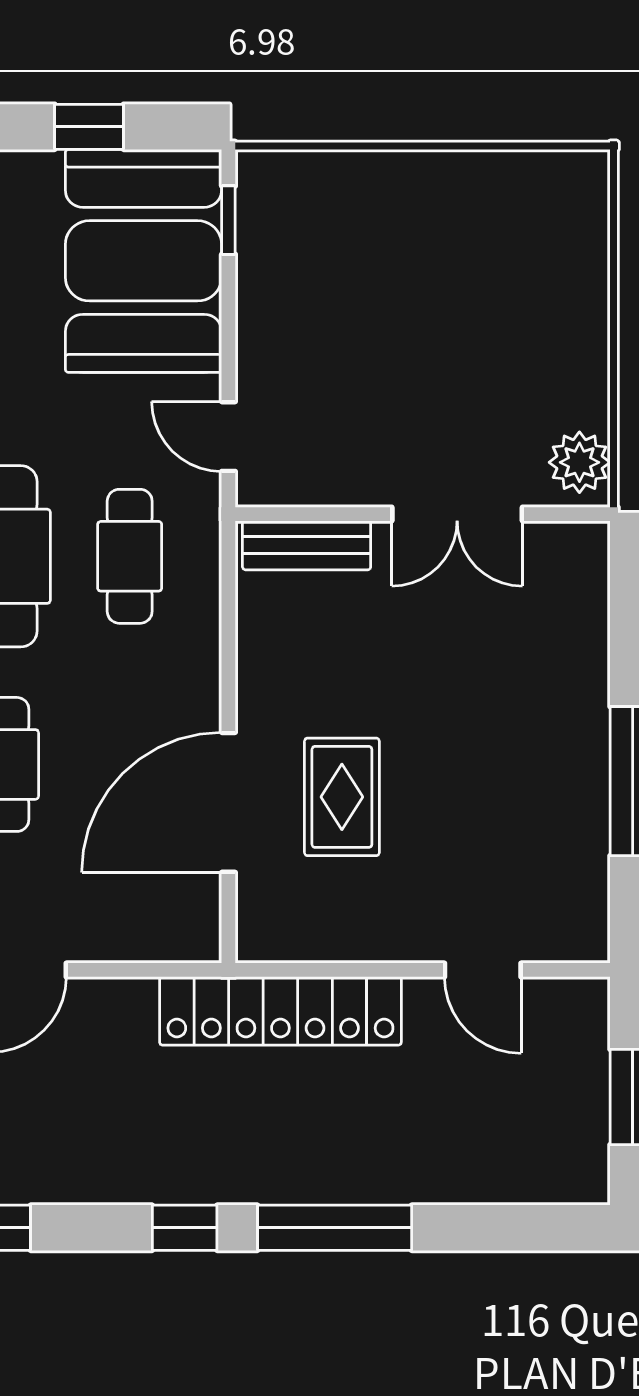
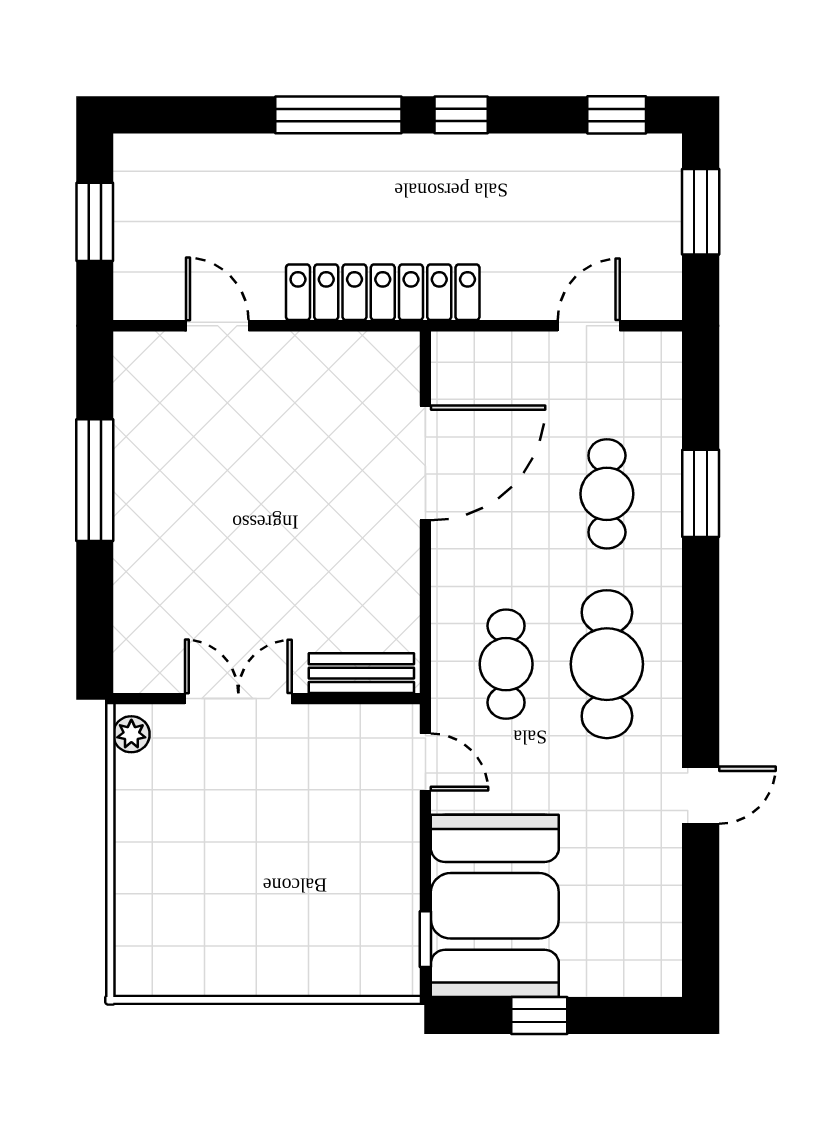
plant: (579, 462) -> (131, 734), width x0.73, depth x0.73
rug: (342, 797) -> (332, 467), removed

